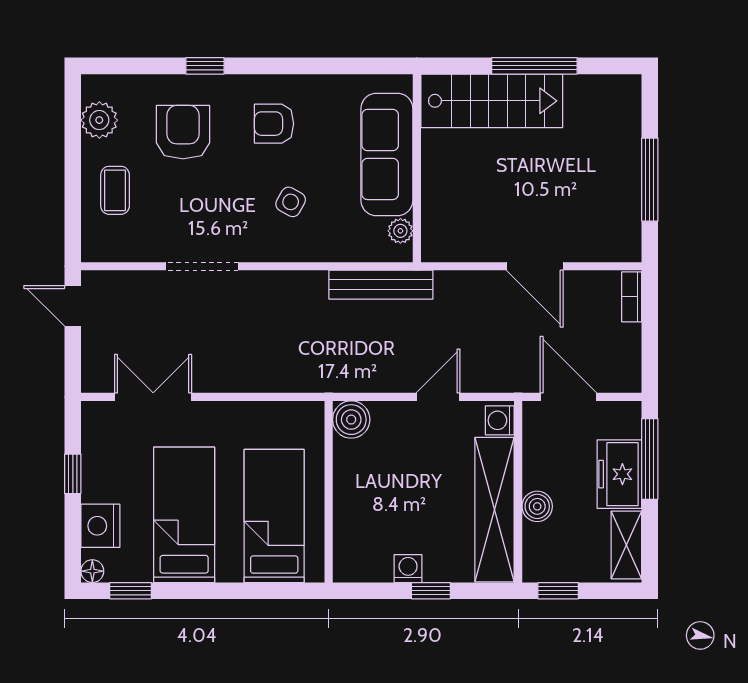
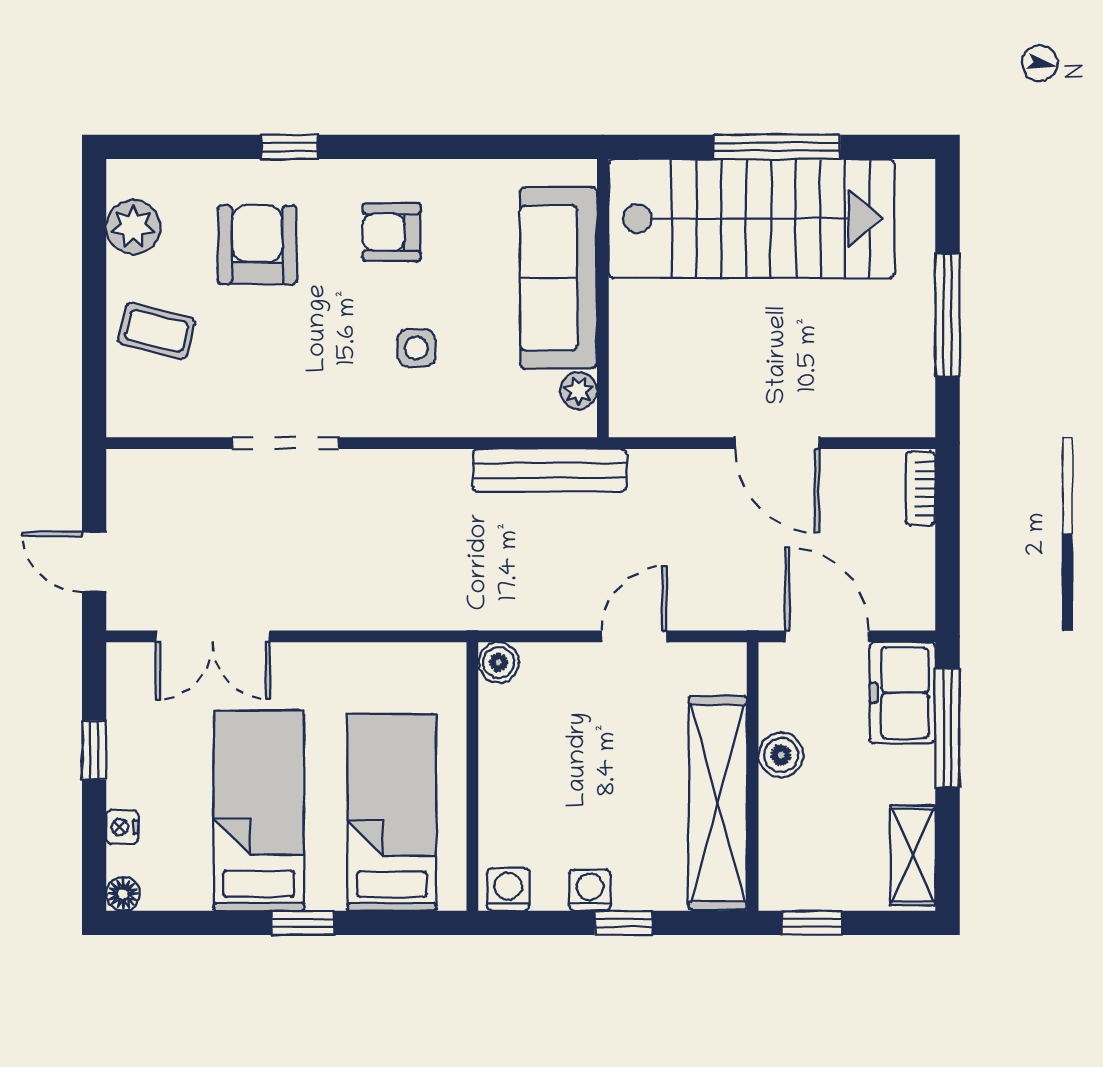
stairs: (492, 101) -> (752, 219), width x1.36, depth x1.51
coffee table: (115, 190) -> (157, 331), turned -76
side table: (291, 202) -> (416, 348), turned -30
door: (73, 306) -> (94, 562), moved
double door: (153, 397) -> (213, 636), swing flipped
boiler: (351, 420) -> (498, 662), width x0.73, depth x0.73
washing machine: (500, 420) -> (508, 889), moved, turned 90
freezer: (619, 474) -> (902, 693), moved
boiler: (537, 506) -> (781, 755), moved
nightstand: (100, 526) -> (122, 827), width x0.53, depth x0.56
window: (130, 591) -> (303, 923), moved

